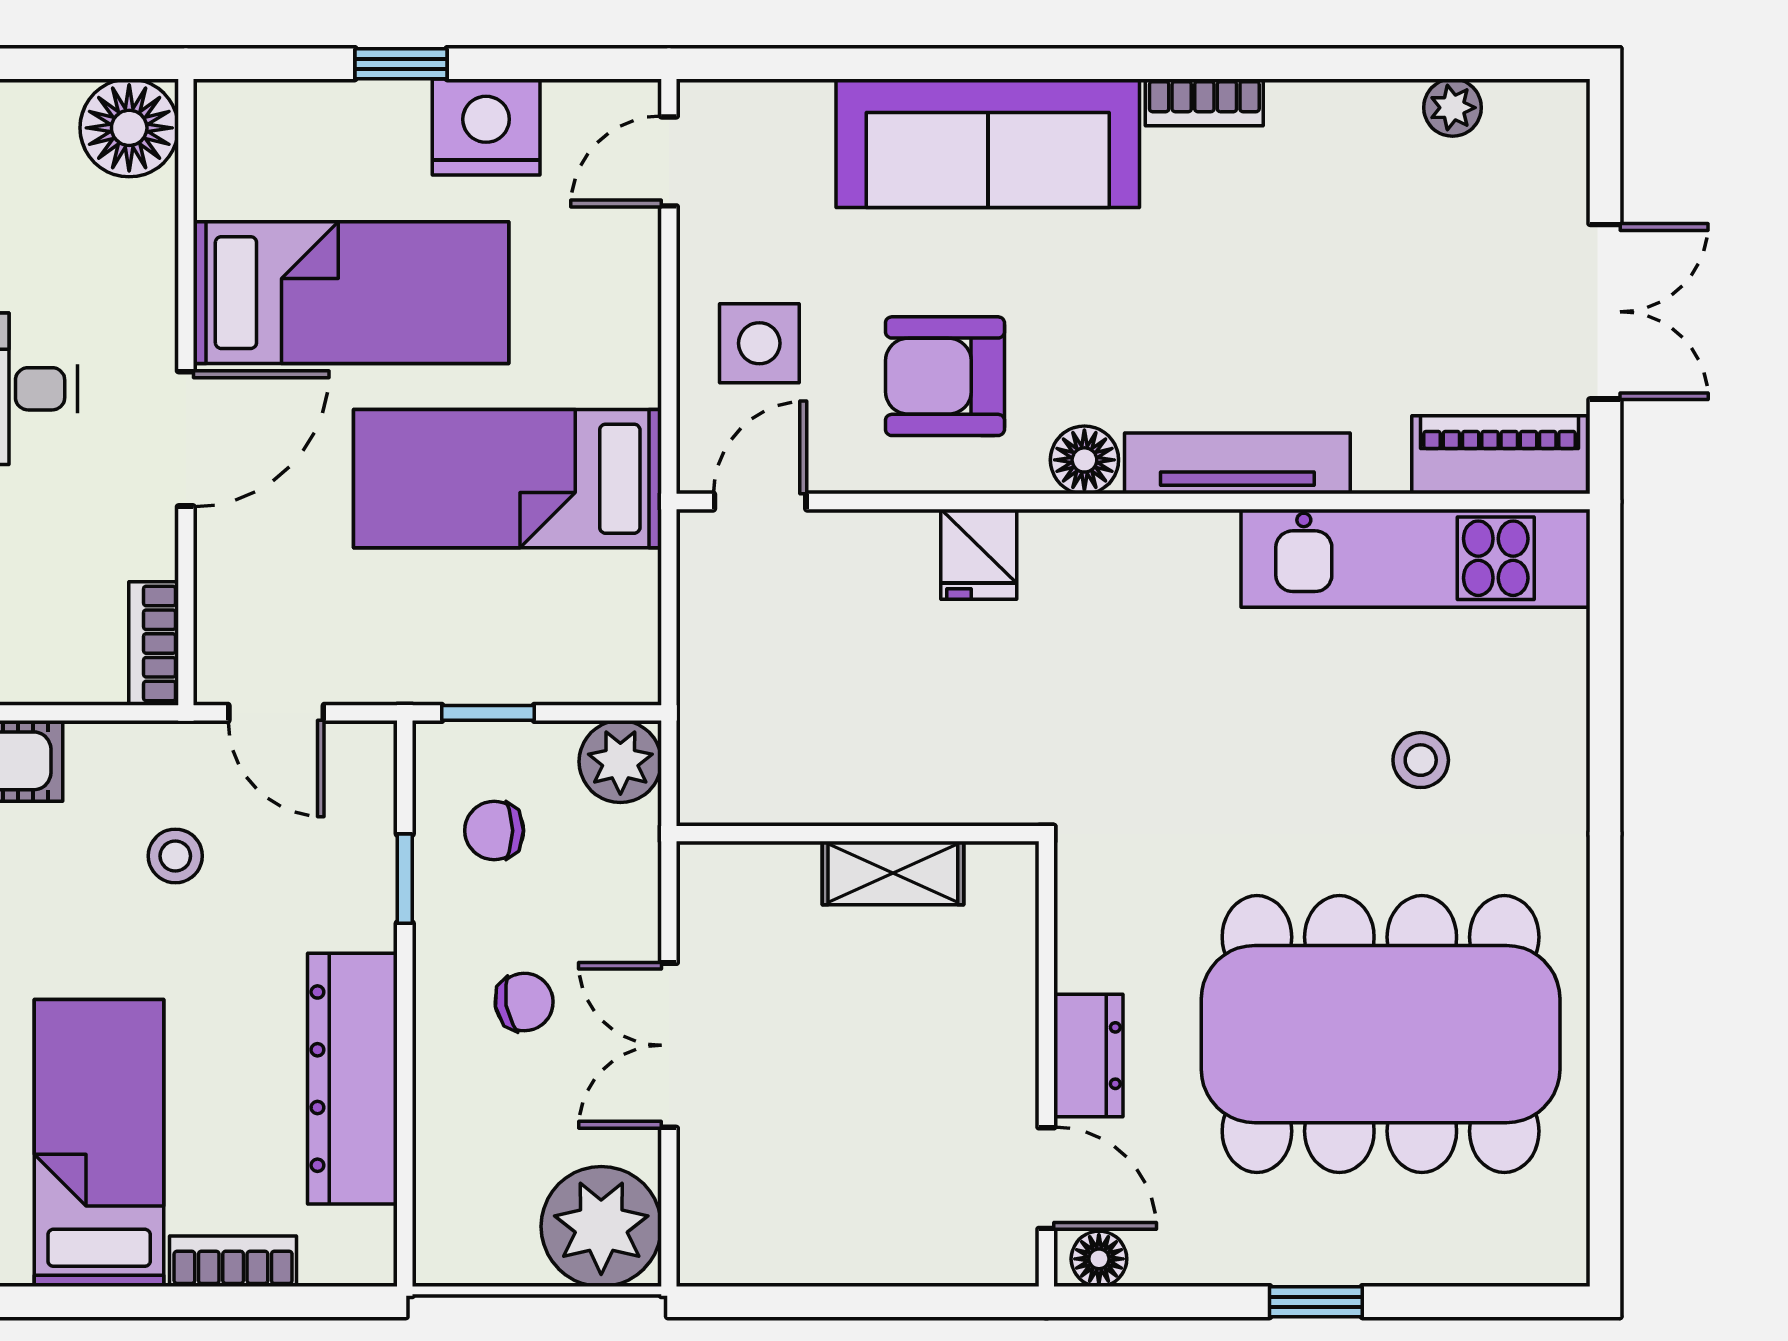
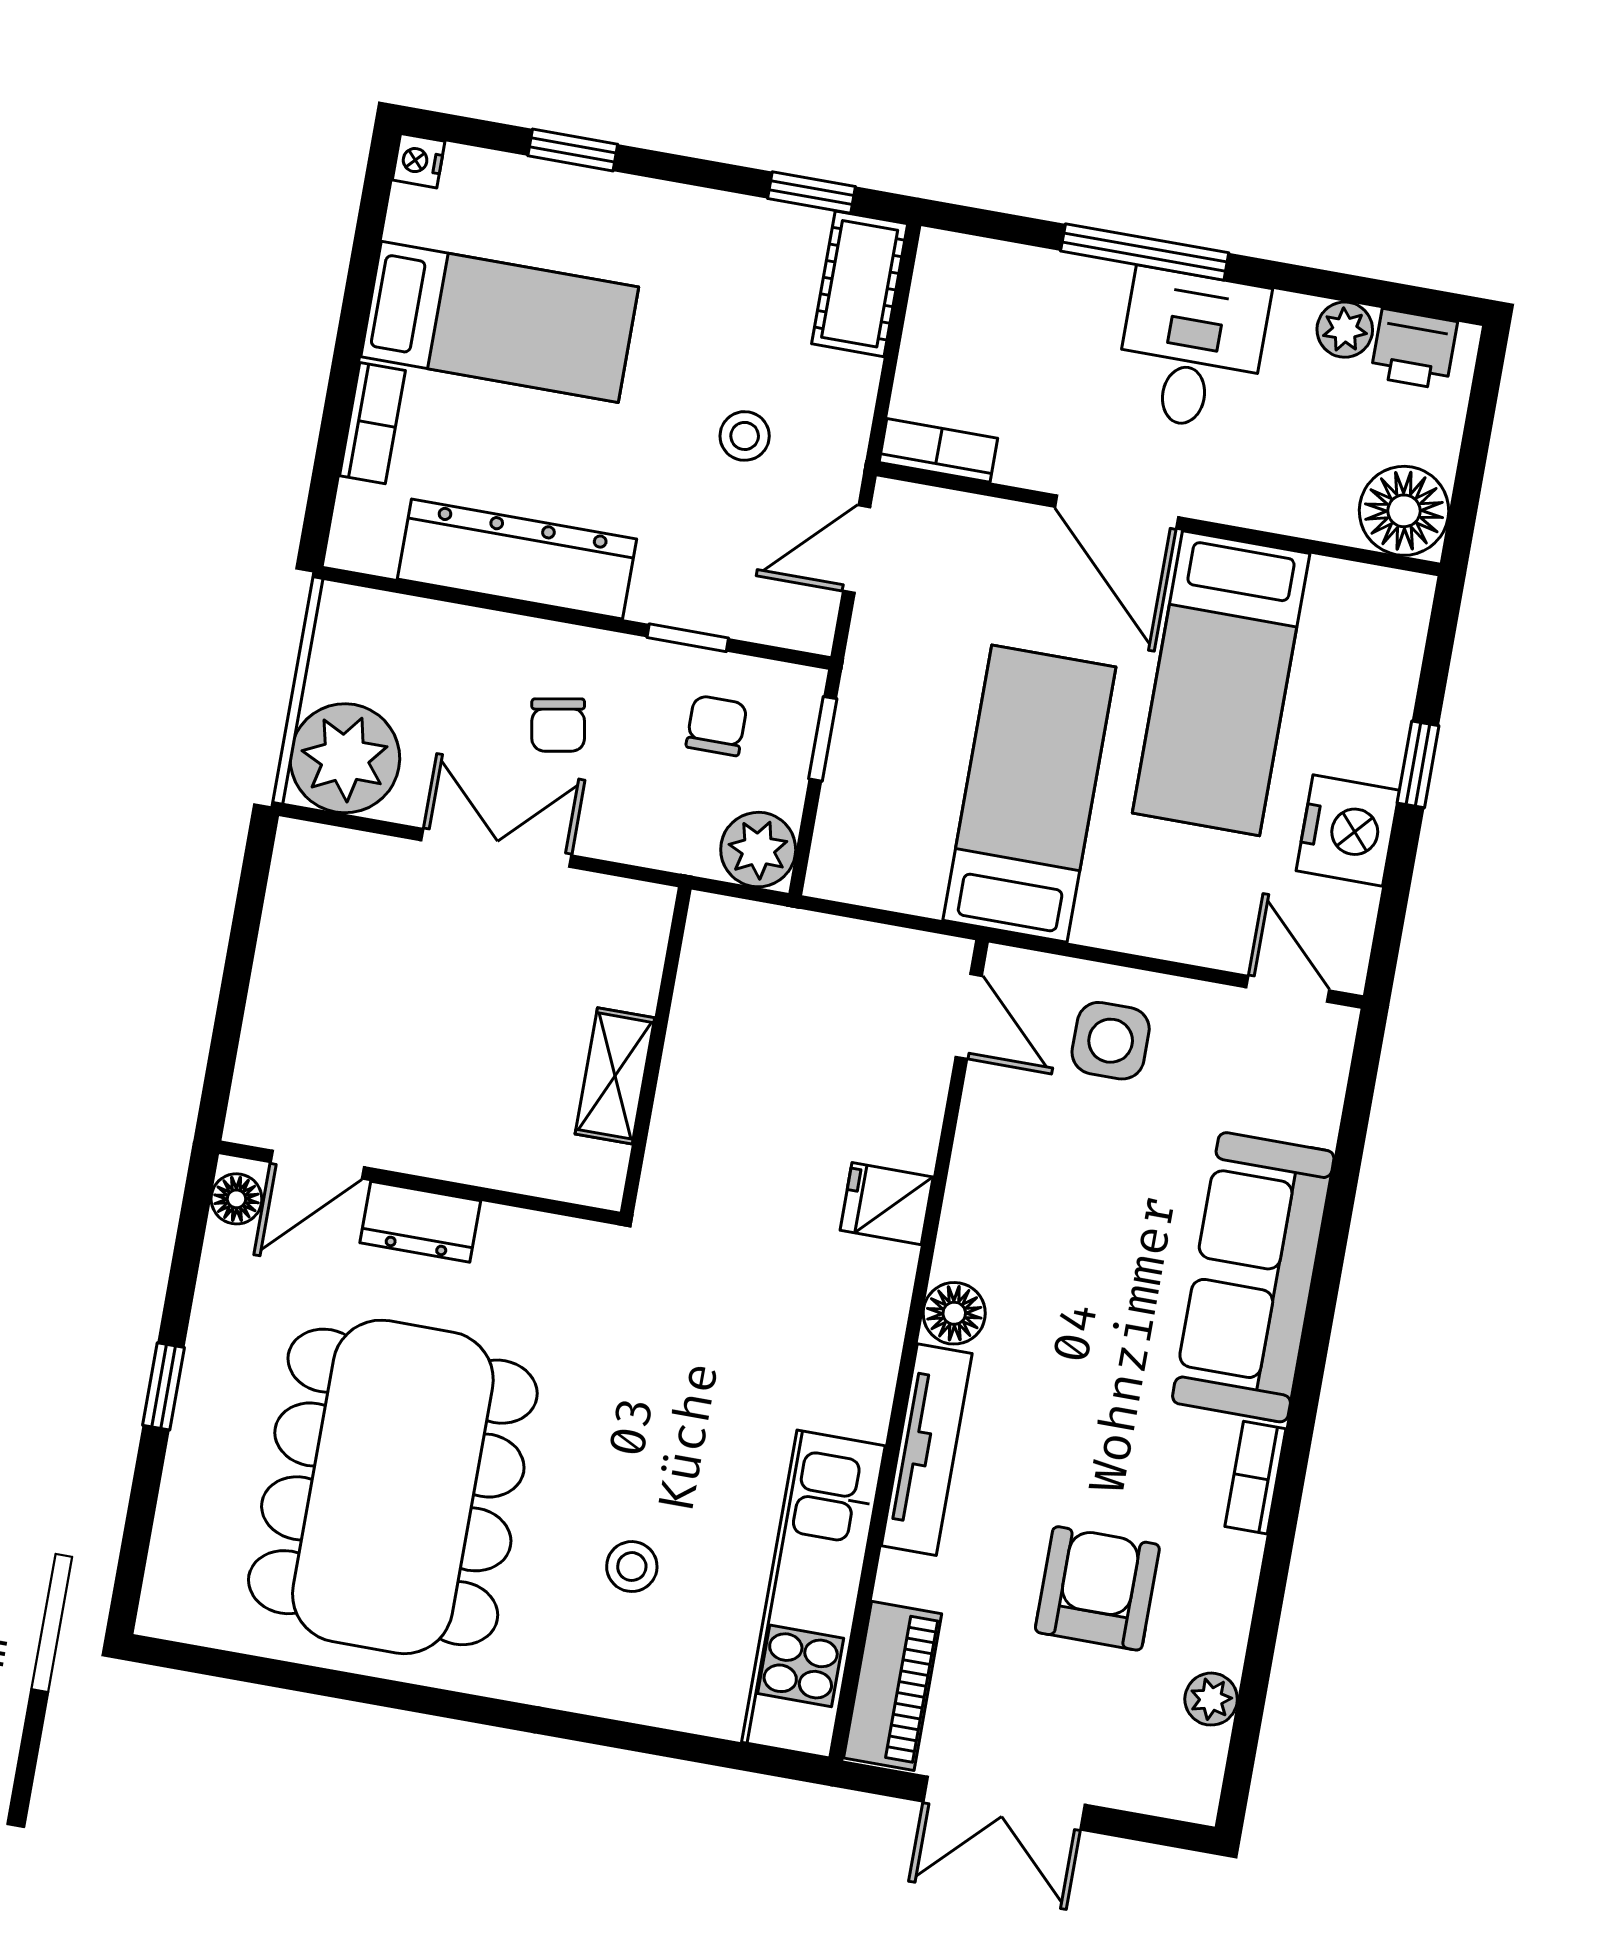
armchair: (945, 376) -> (1097, 1588), moved

